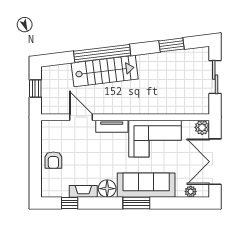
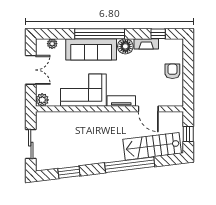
stairs: (105, 71) -> (152, 146), moved
double door: (215, 162) -> (31, 70), width x0.73
window: (136, 203) -> (100, 34), width x2.11

